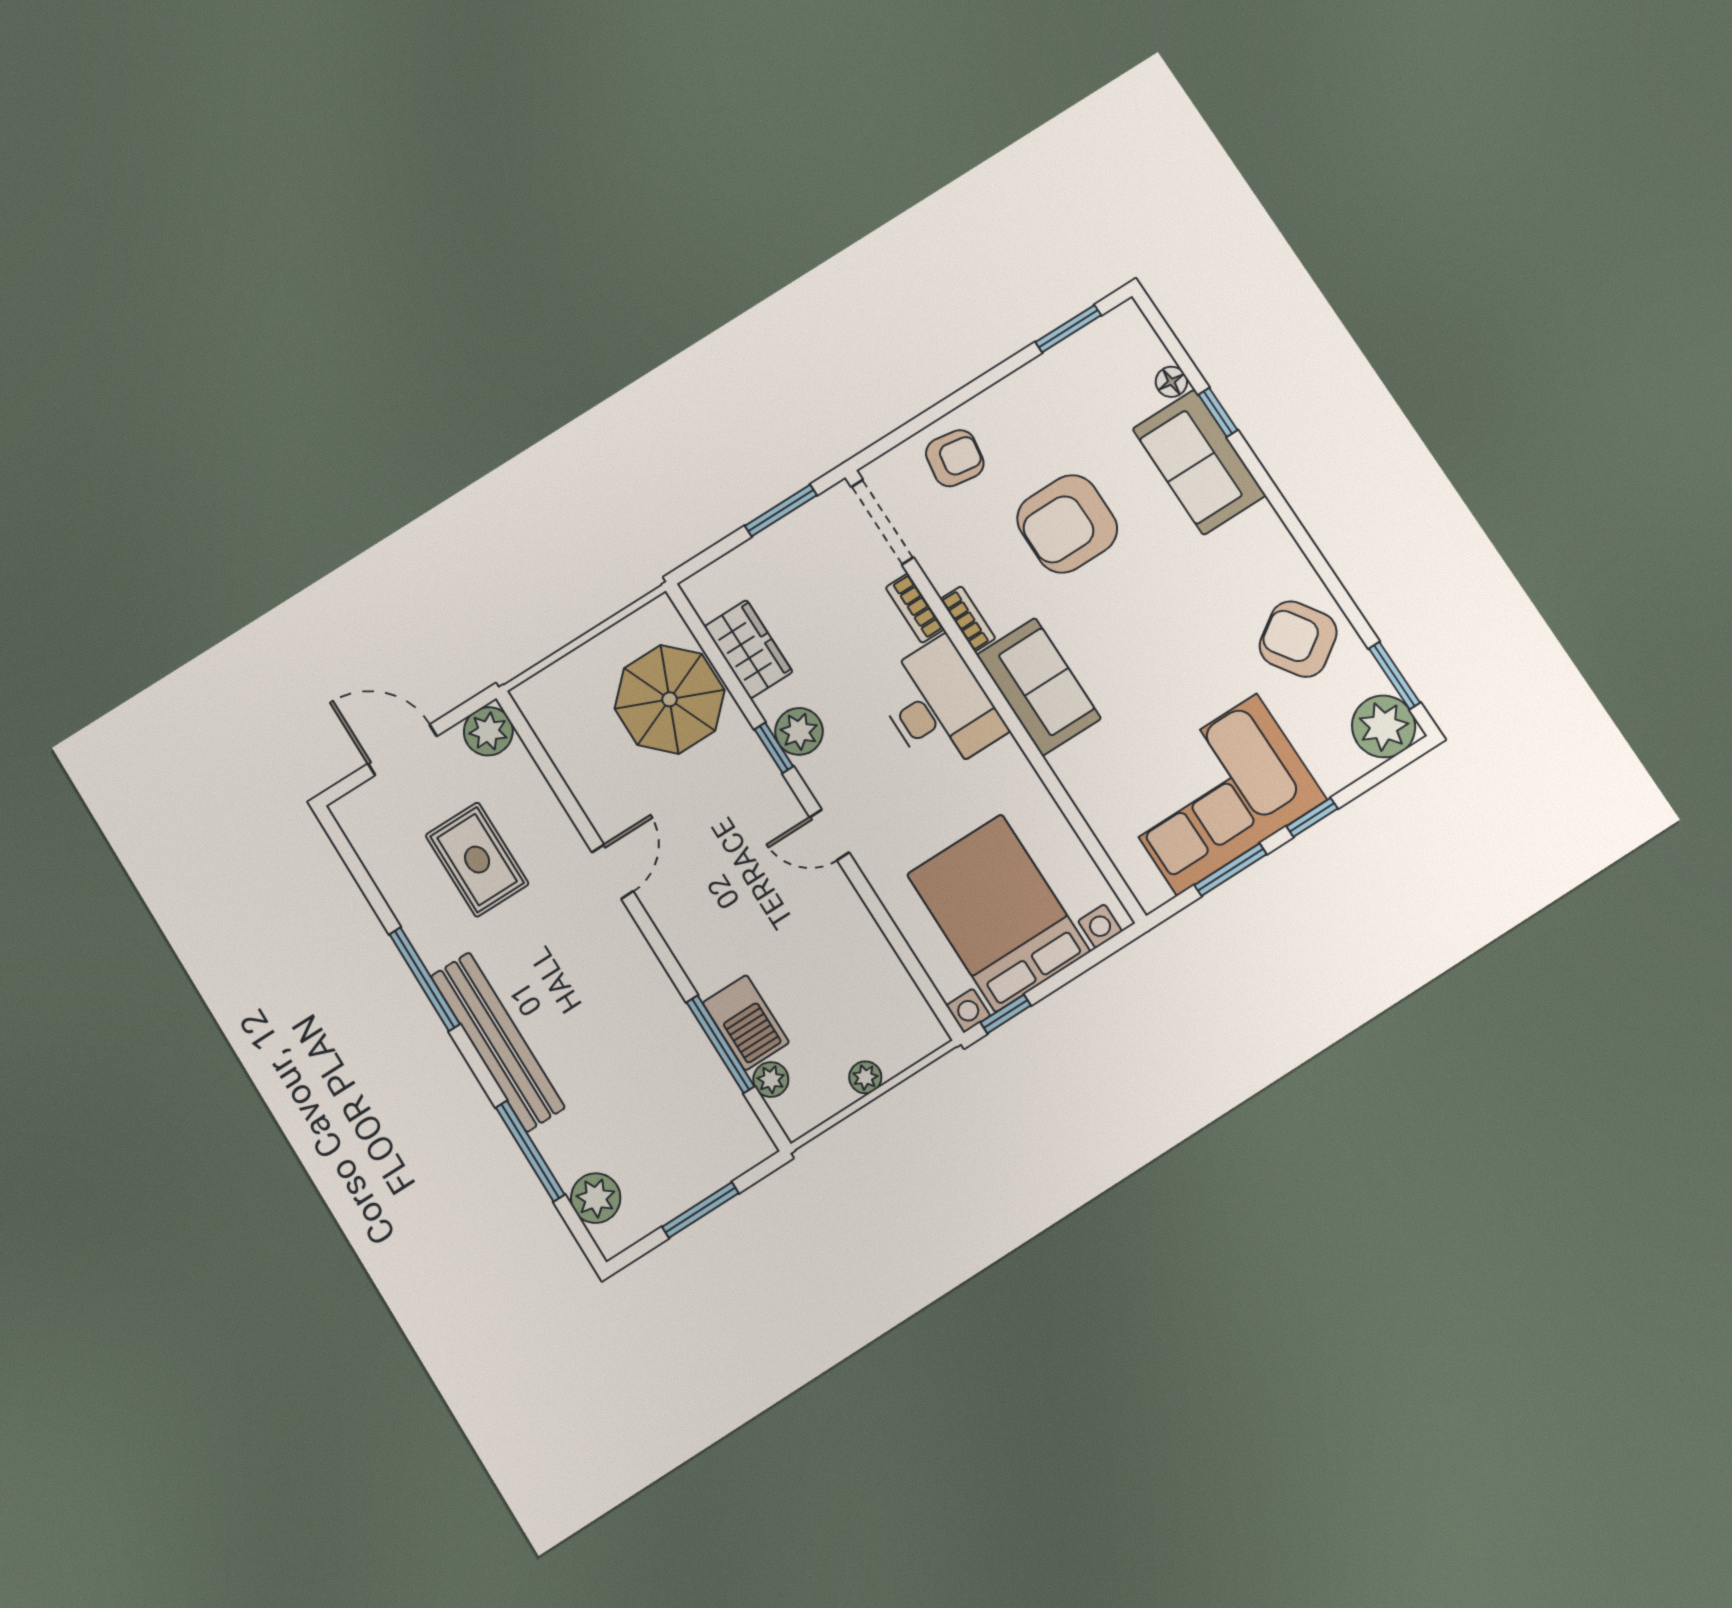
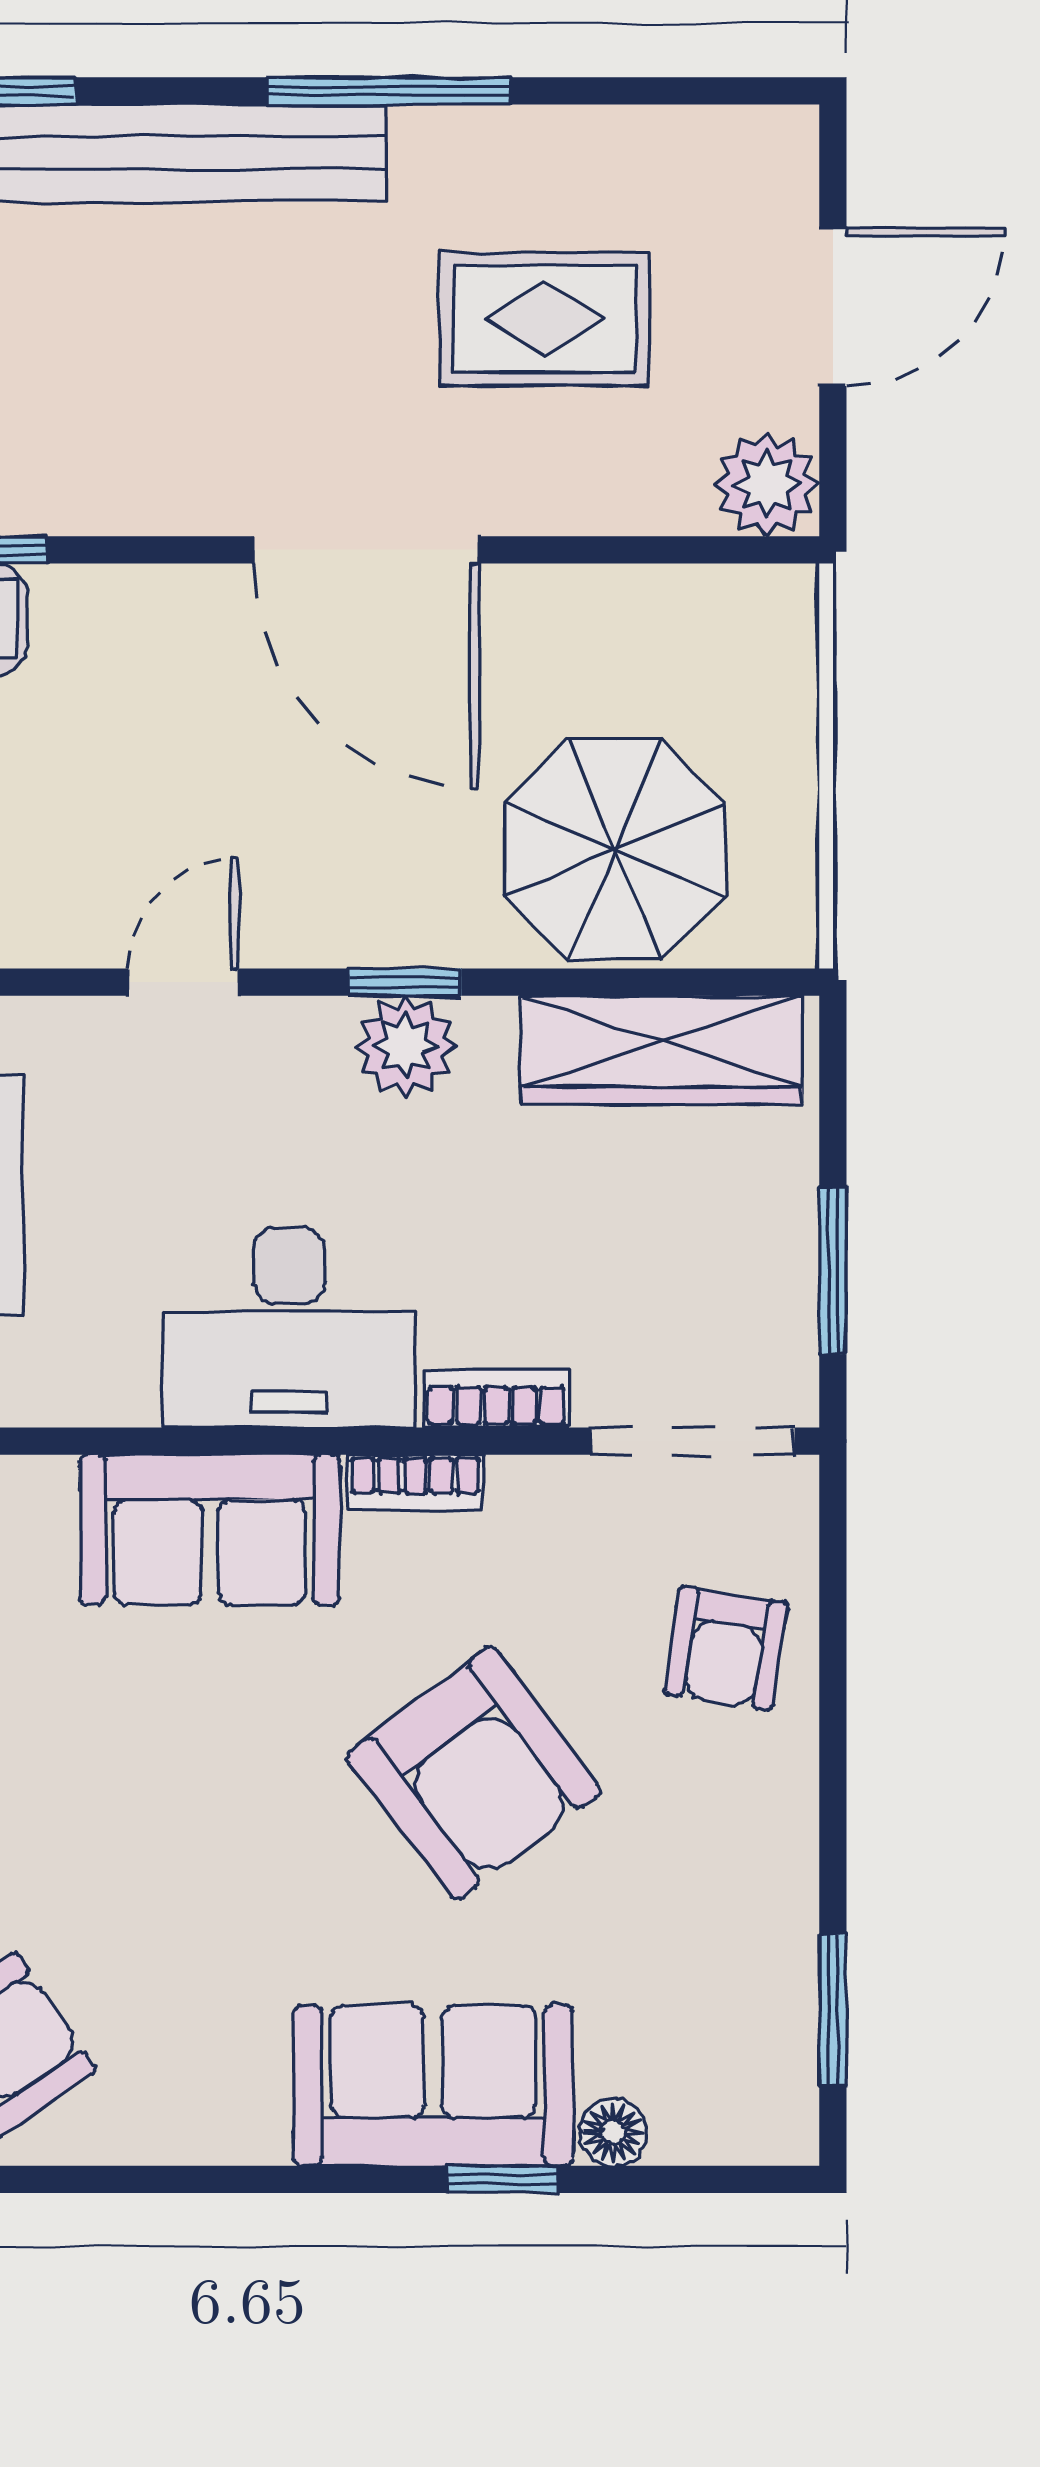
armchair: (1067, 524) -> (474, 1773), turned 143
wardrobe: (748, 649) -> (662, 1050), width x1.50
door: (613, 872) -> (366, 550), width x1.88

